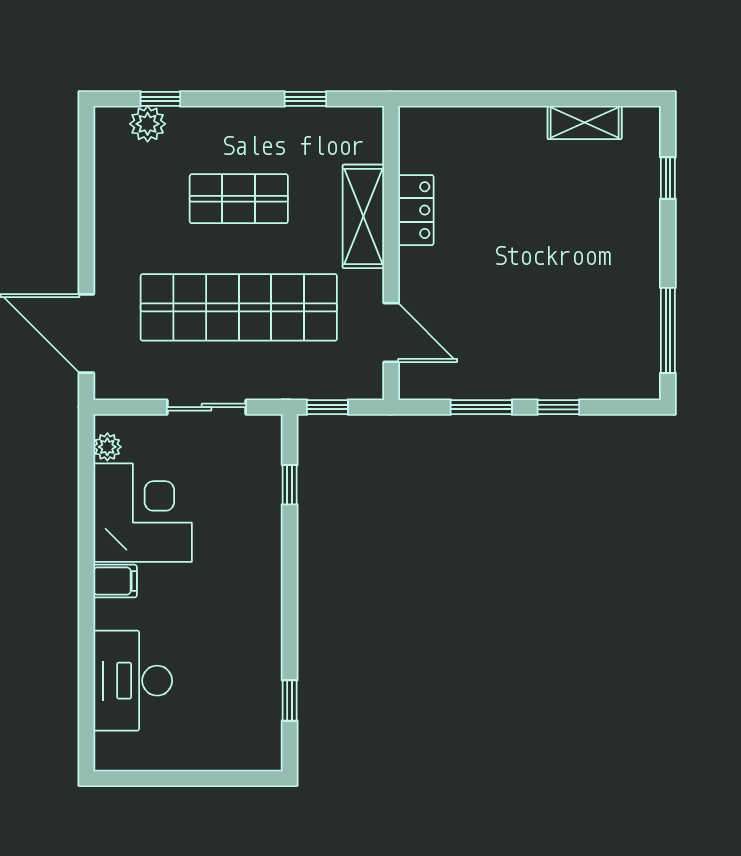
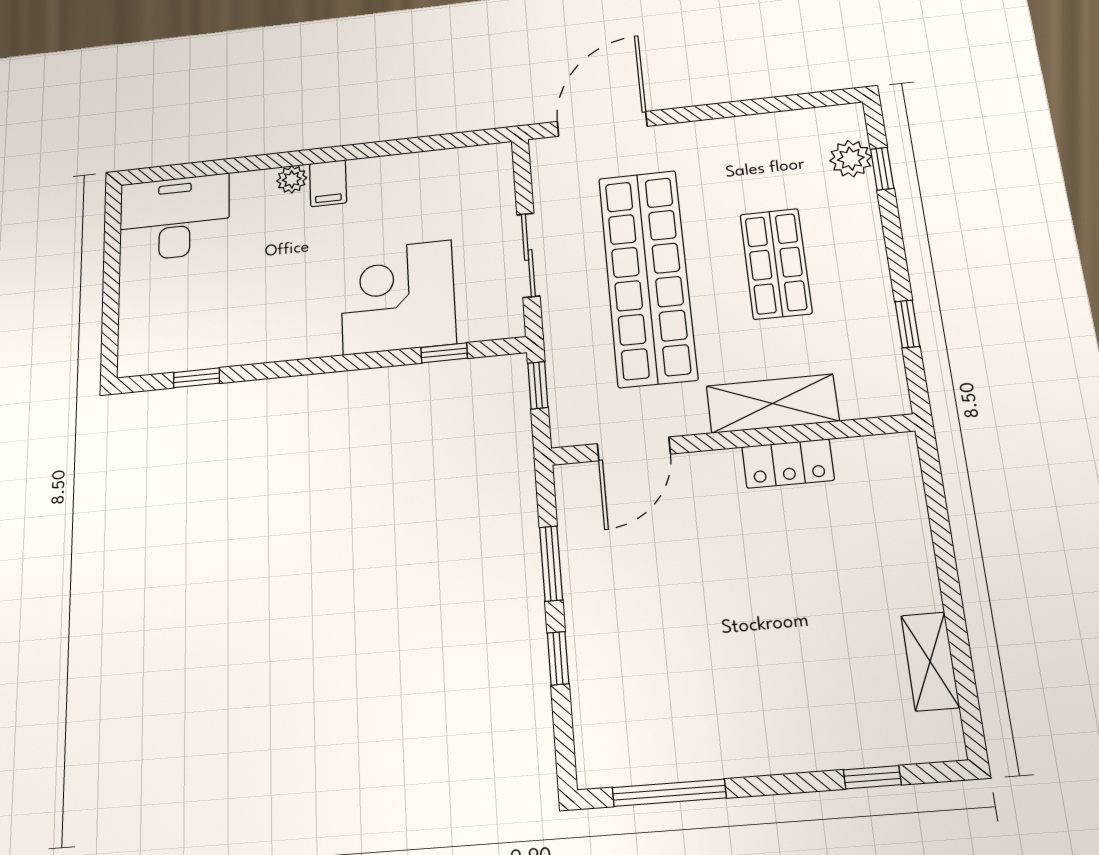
plant: (107, 447) -> (292, 179), moved
corner desk: (143, 513) -> (398, 297), moved, turned 180
desk: (133, 681) -> (175, 218), moved

